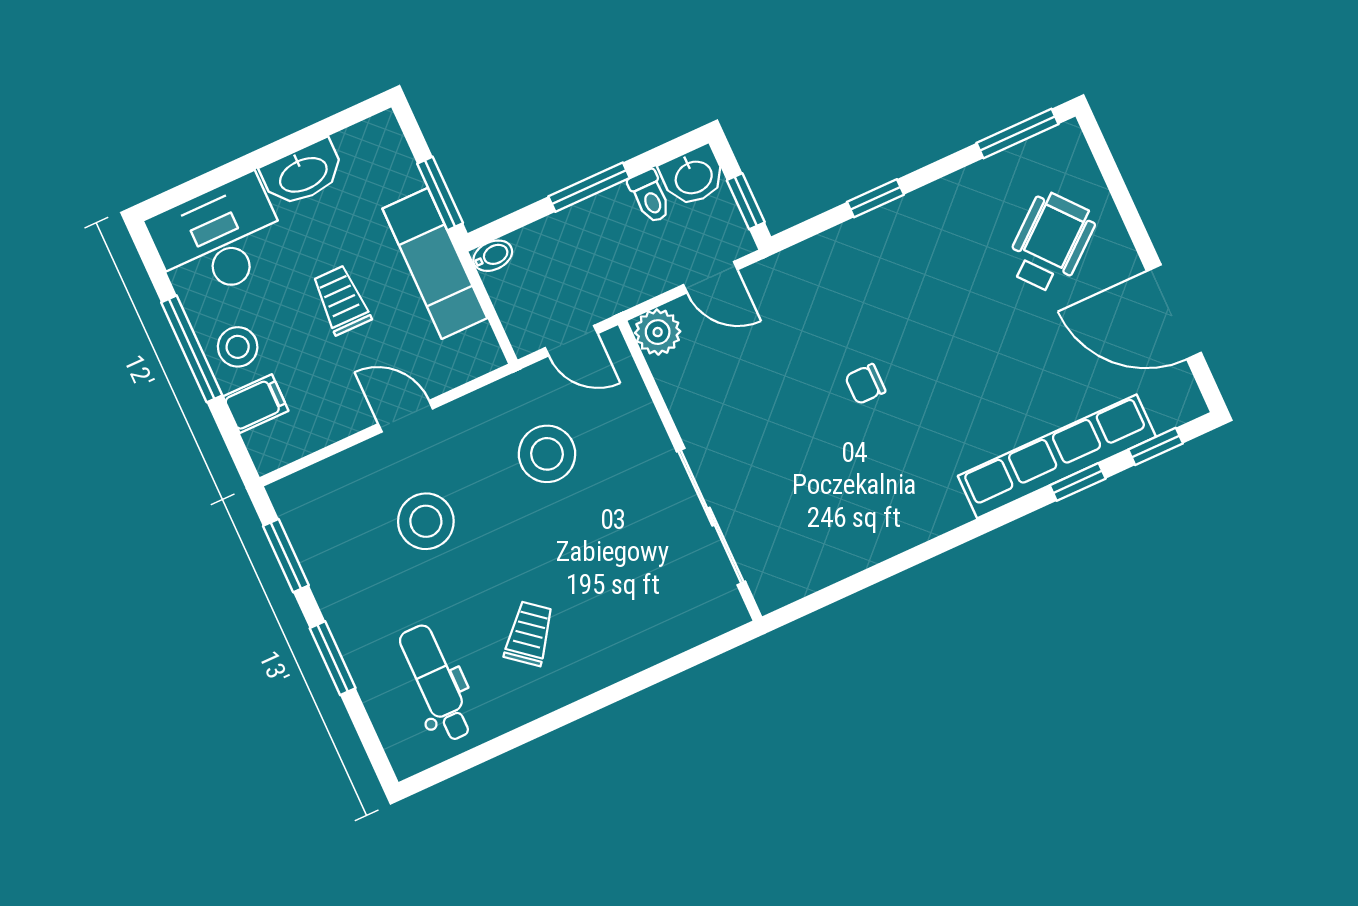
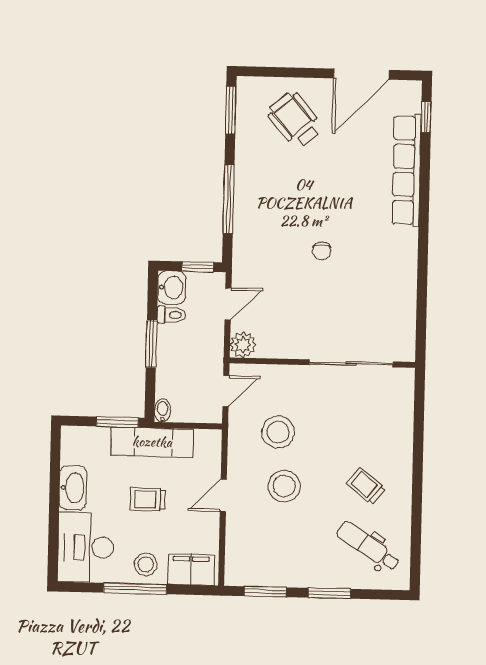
window: (875, 198) -> (229, 199), width x2.17
filing cabinet: (256, 404) -> (191, 570), width x2.00
window: (1078, 482) -> (425, 166), removed
stool: (426, 521) -> (284, 486), moved
dental chair: (436, 683) -> (368, 546), turned 33

